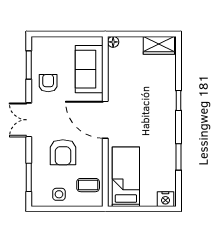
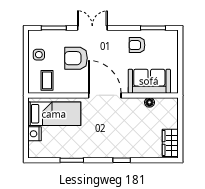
floor lamp: (113, 42) -> (149, 102), moved
armchair: (48, 83) -> (137, 45), turned 180
double door: (29, 120) -> (92, 28), moved
door: (105, 120) -> (105, 95), hinge flipped
nightstand: (165, 199) -> (35, 134), moved

